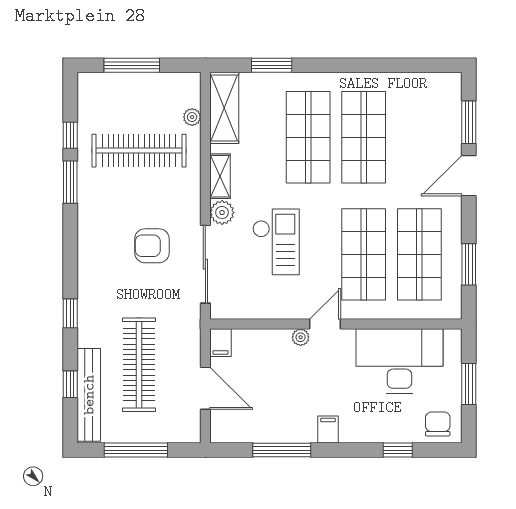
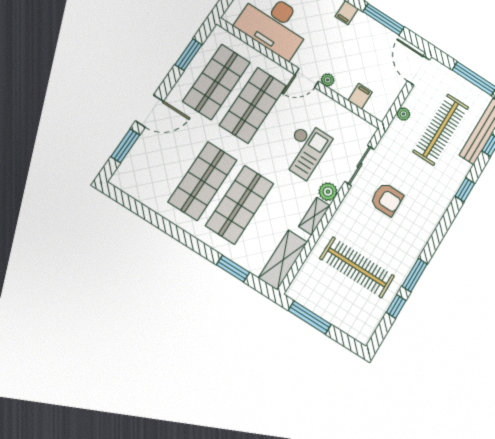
window: (132, 65) -> (310, 317), moved
plant: (192, 117) -> (403, 114), moved
checkout: (276, 242) -> (305, 150), turned 180
sliding door: (205, 264) -> (360, 165), width x0.73
filing cabinet: (221, 343) -> (360, 96), moved
door: (205, 388) -> (419, 71), moved

